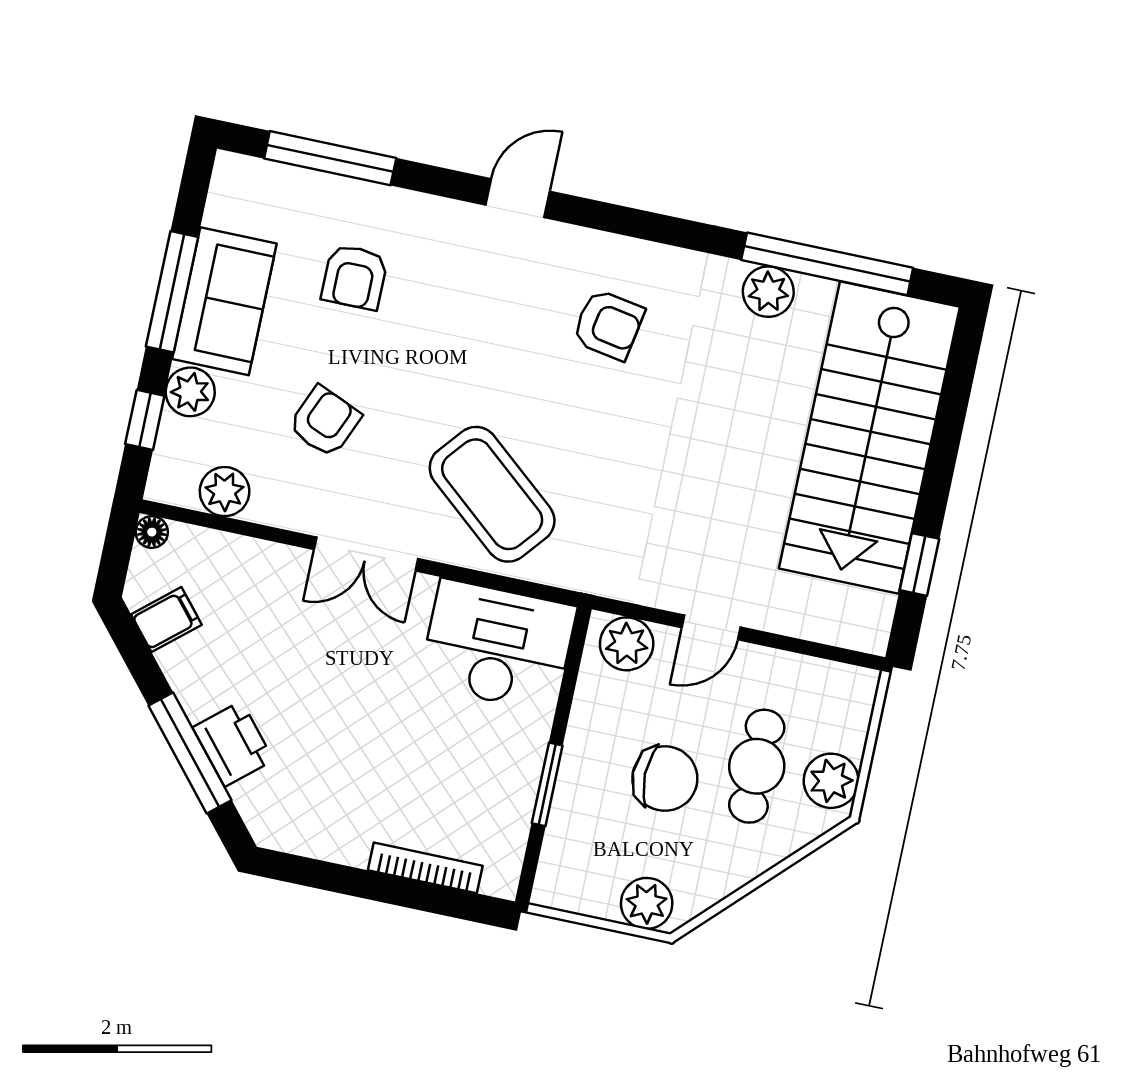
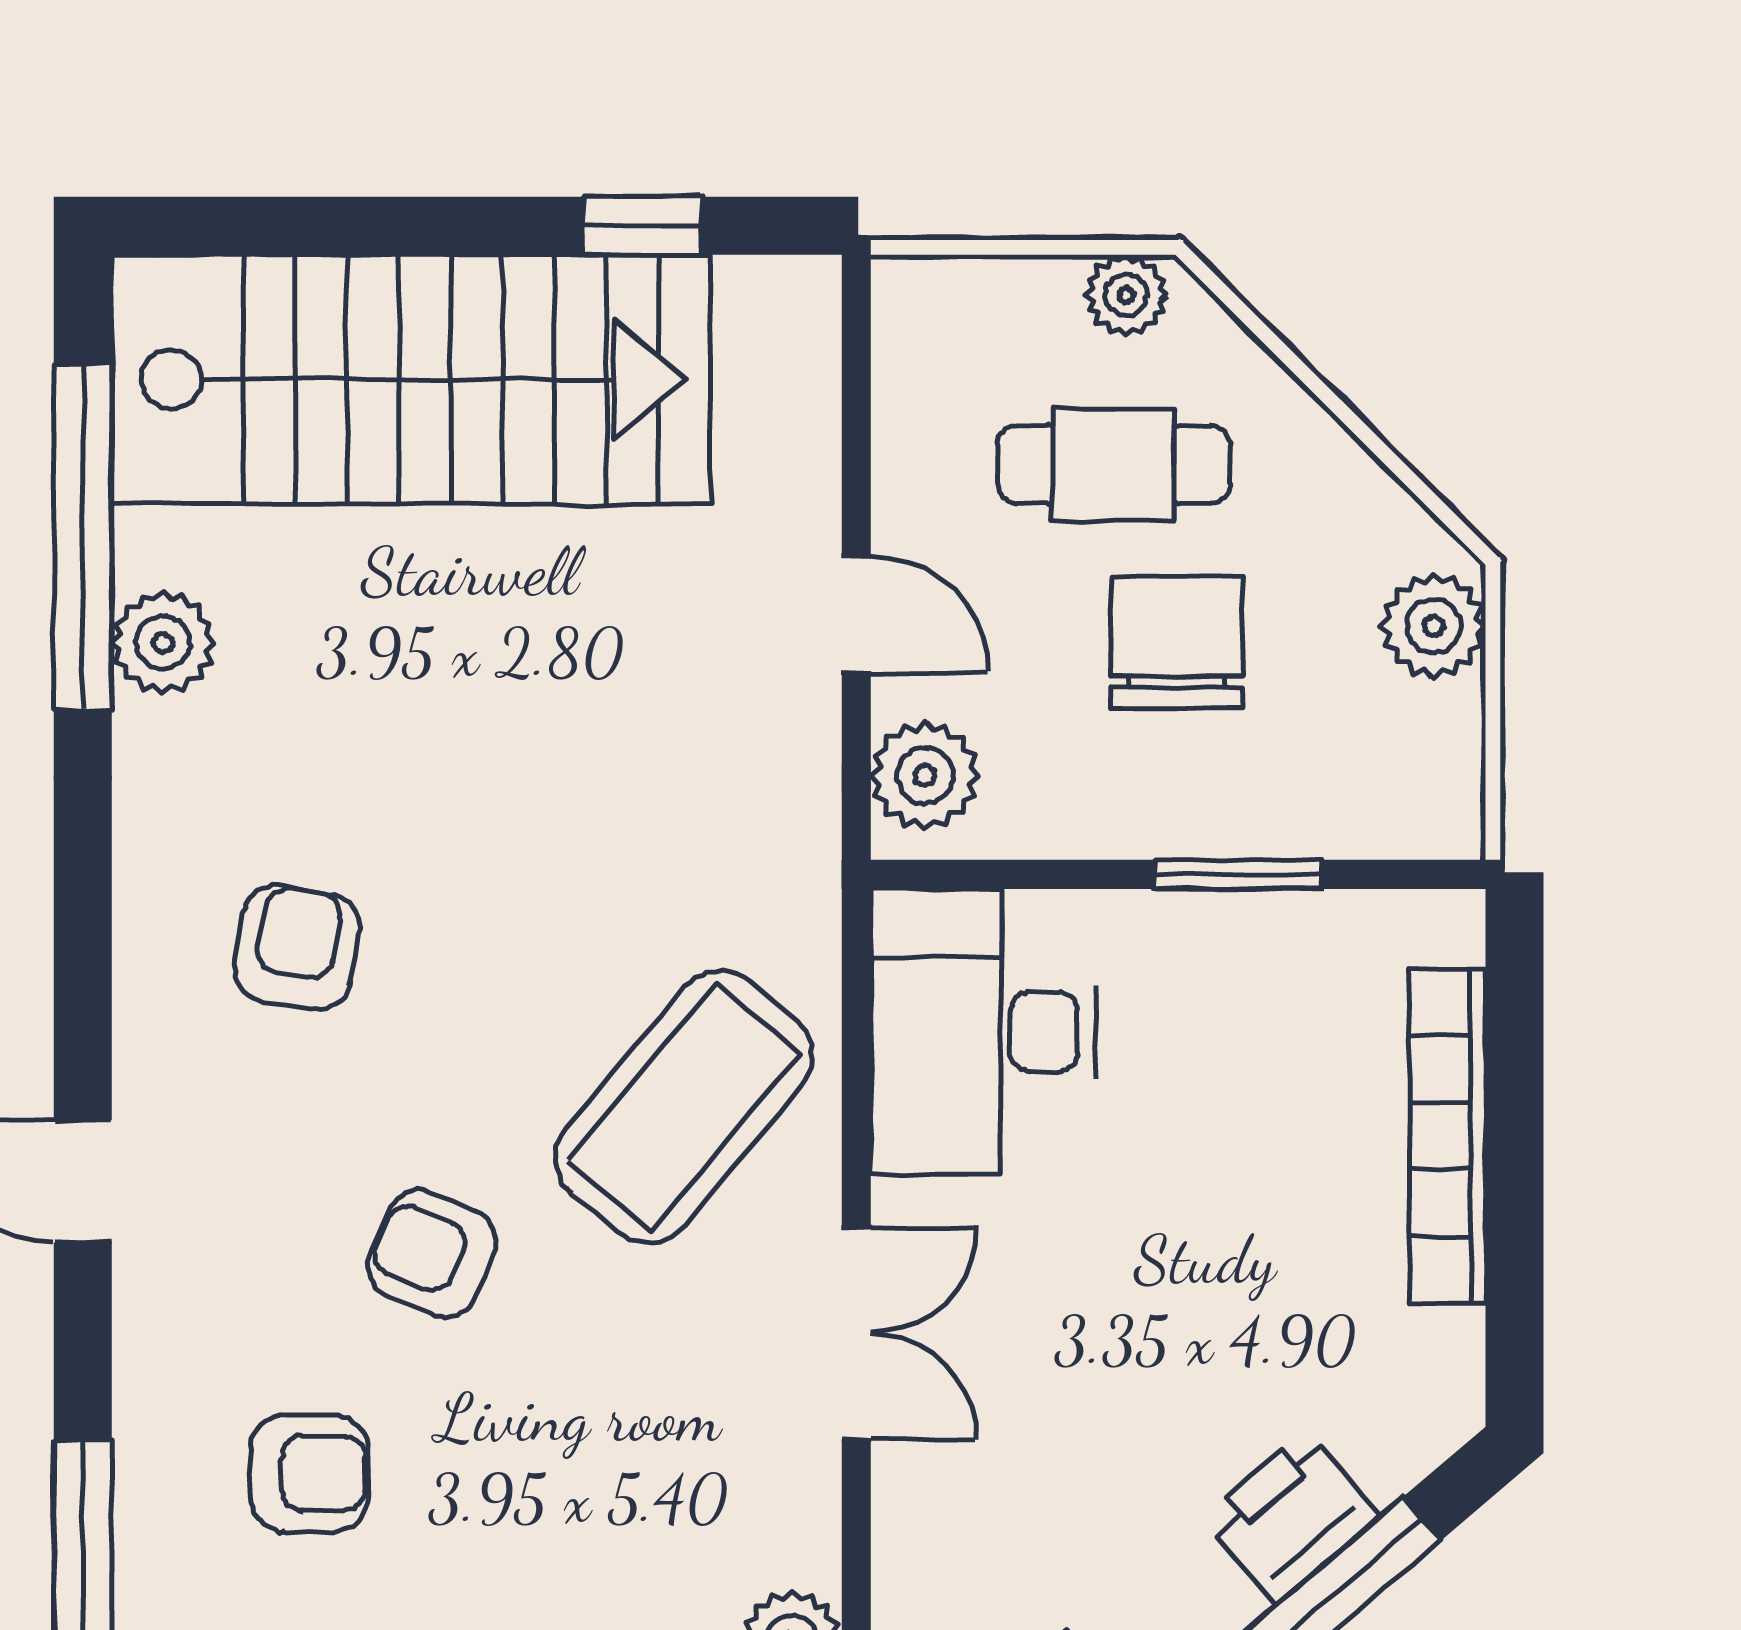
armchair: (325, 422) -> (432, 1254), moved
plant: (831, 781) -> (1126, 295), width x0.73, depth x0.73
bookcase: (425, 868) -> (1448, 1136), width x1.48, depth x1.31

